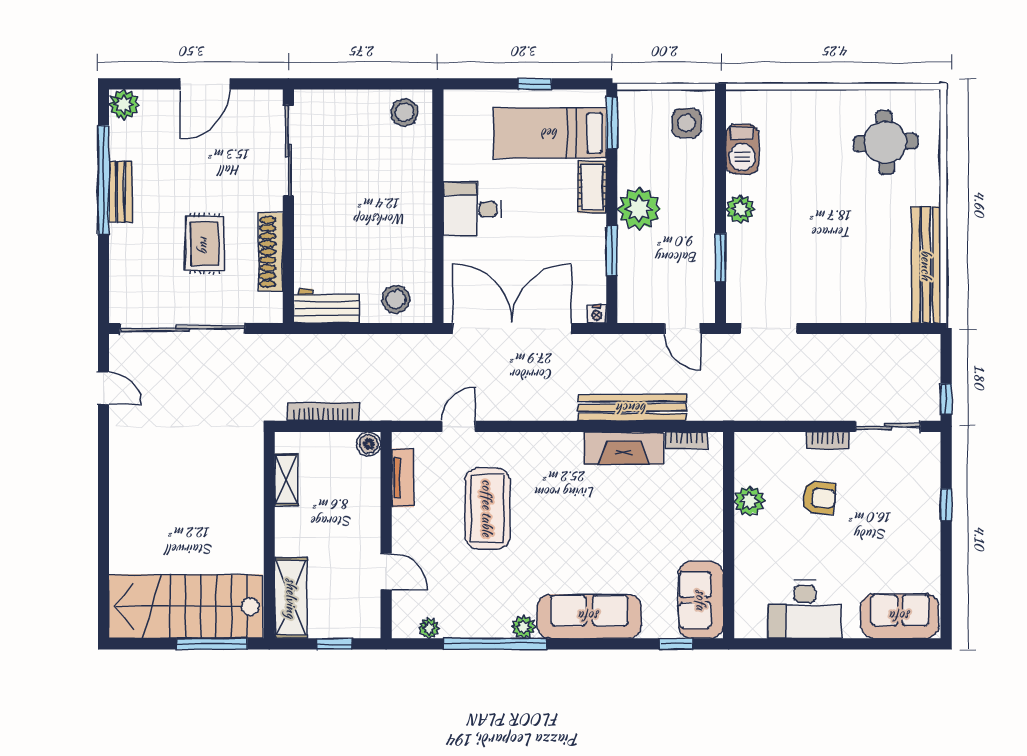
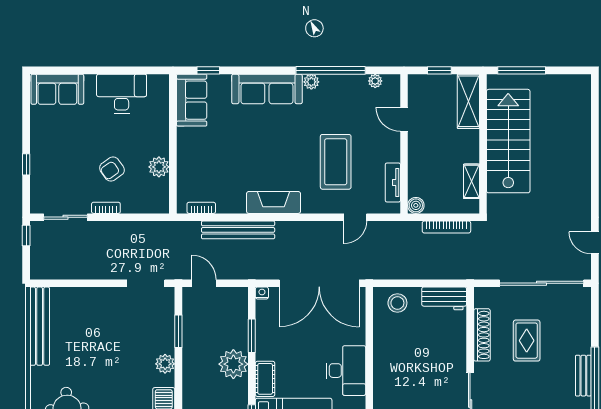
desk: (472, 209) -> (346, 371), width x1.37
fireplace: (624, 448) -> (274, 202), moved
armchair: (819, 498) -> (112, 169), turned -40
stairs: (186, 606) -> (508, 141), moved, turned -90

